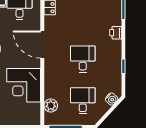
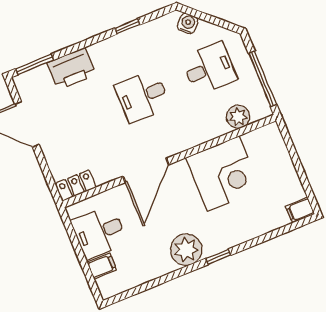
printer: (116, 33) -> (71, 69), width x1.87, depth x1.48
desk: (83, 101) -> (209, 69), turned 180

